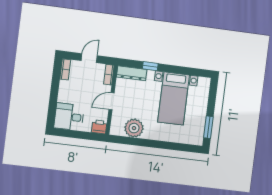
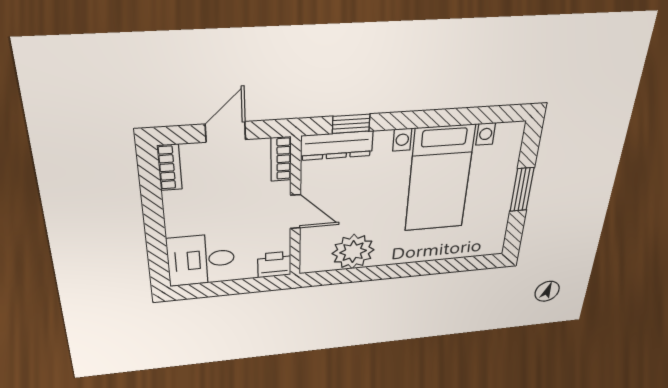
window: (150, 66) -> (351, 124), moved
door: (111, 101) -> (295, 212), swing flipped
window: (208, 127) -> (522, 190), moved

